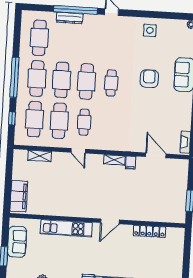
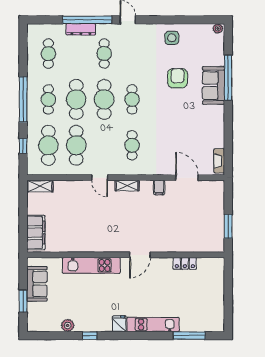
cafe table: (39, 38) -> (48, 54), width x0.73, depth x0.74
cafe table: (89, 41) -> (104, 54), added
cafe table: (37, 78) -> (48, 99), width x0.73, depth x0.74
armchair: (149, 79) -> (177, 78), moved
cafe table: (84, 122) -> (132, 145), moved
shelving: (39, 156) -> (40, 186), moved
shelving: (114, 160) -> (127, 186), moved
locker: (149, 231) -> (185, 263), width x0.66

